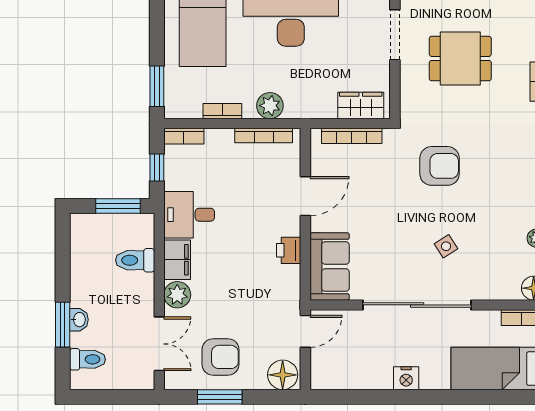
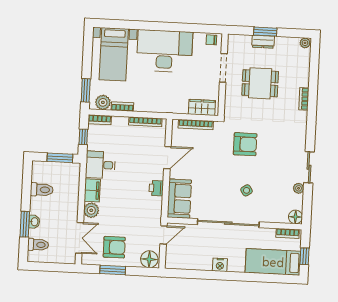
plant: (270, 106) -> (103, 102), moved
toilet: (135, 260) -> (42, 190), moved, turned 180

